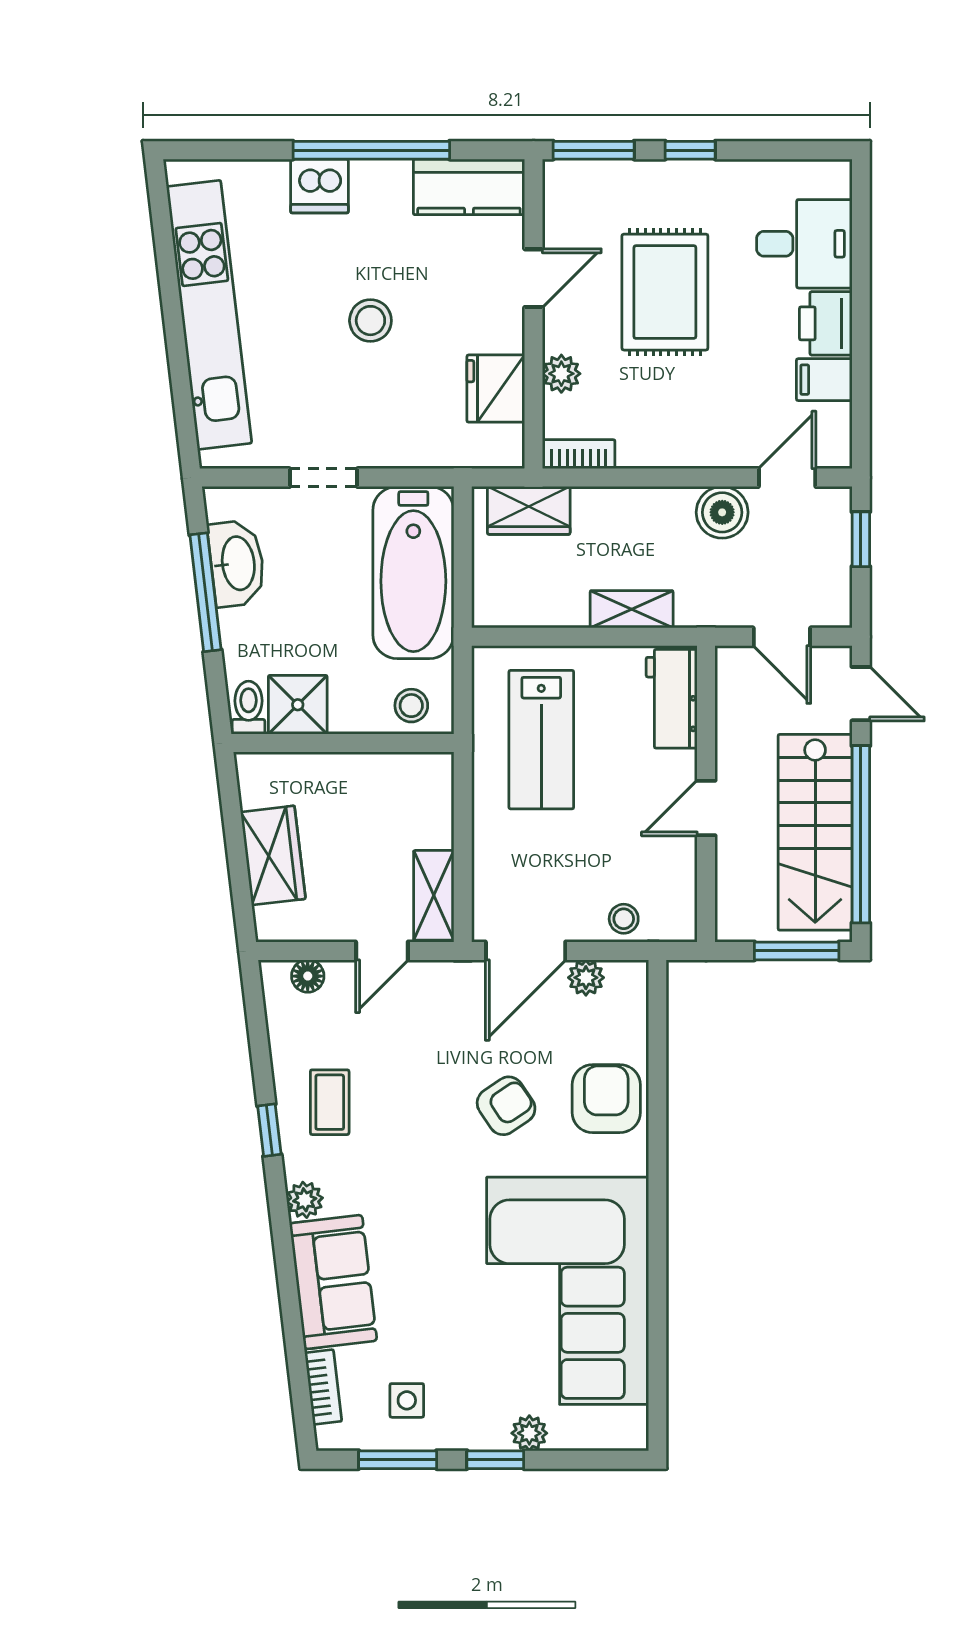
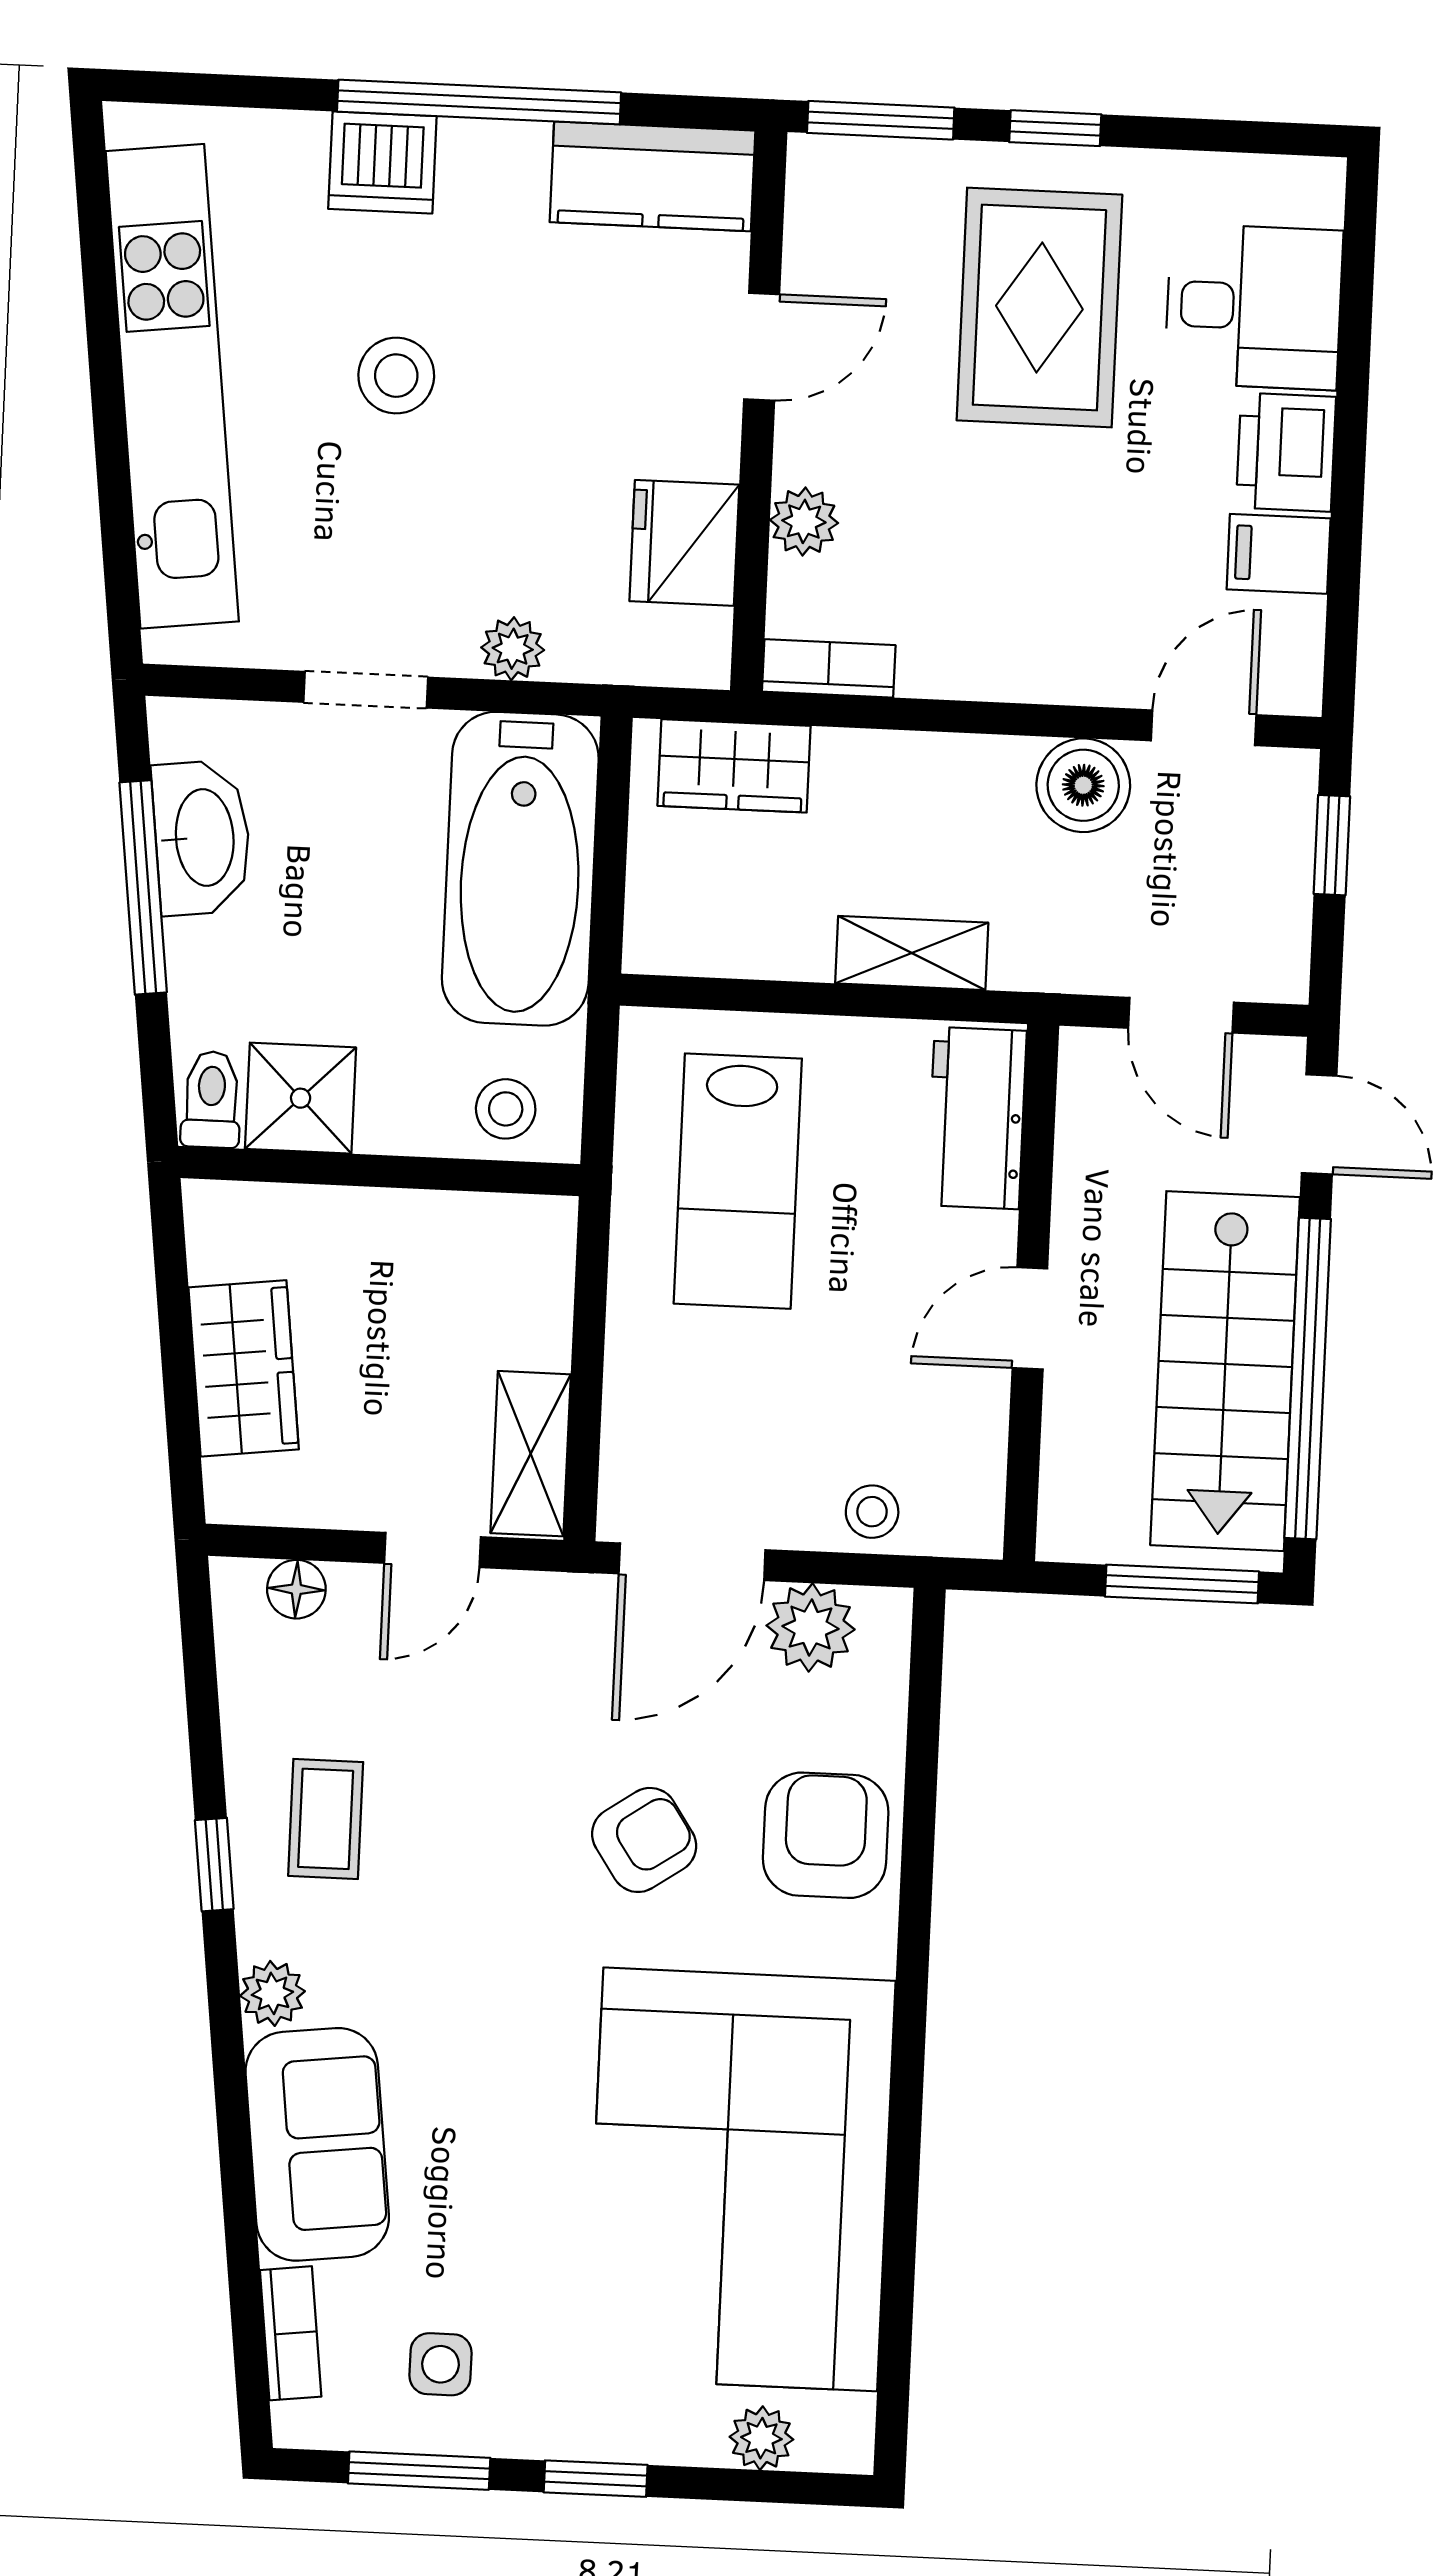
rug: (665, 292) -> (1039, 307), moved
stool: (370, 321) -> (396, 376), moved
plant: (404, 451) -> (513, 649), added
plant: (586, 978) -> (811, 1627), width x1.38, depth x1.38
plant: (529, 1433) -> (761, 2438), moved

